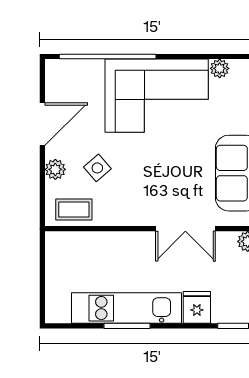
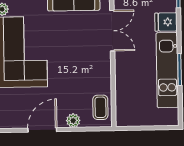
door: (42, 124) -> (42, 130), hinge flipped
side table: (97, 168) -> (72, 92), removed

